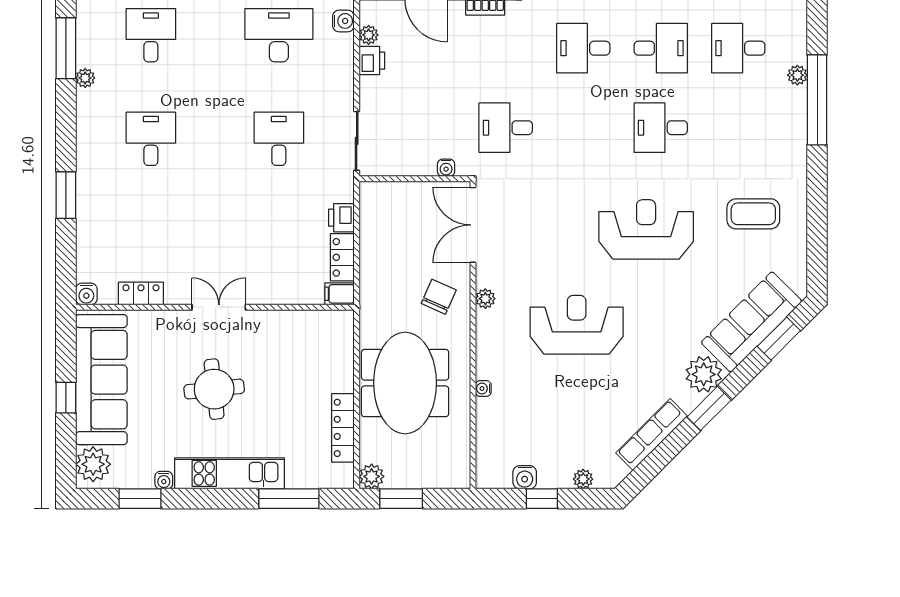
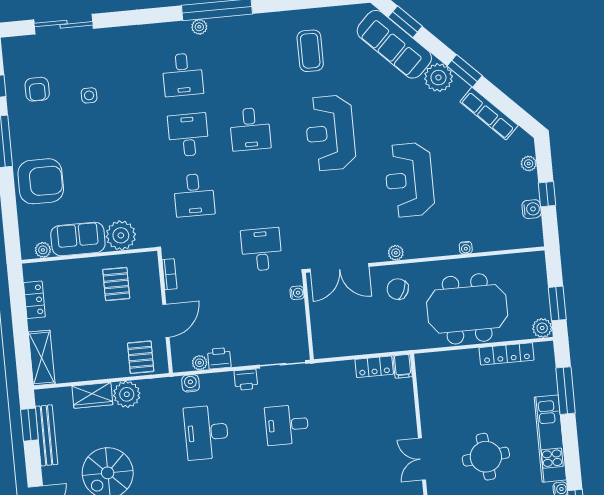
desk: (506, 128) -> (261, 249), turned 180
printer: (341, 218) -> (246, 380), moved

